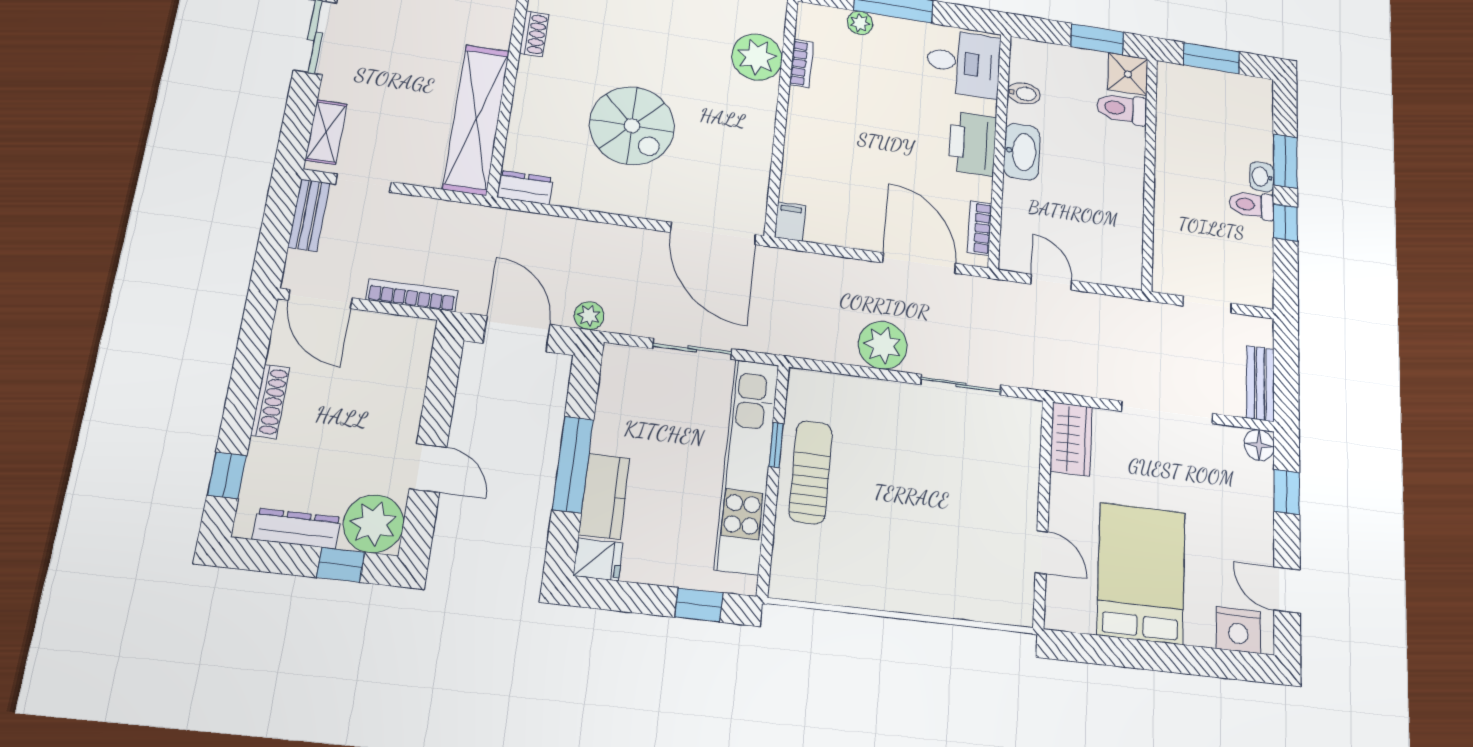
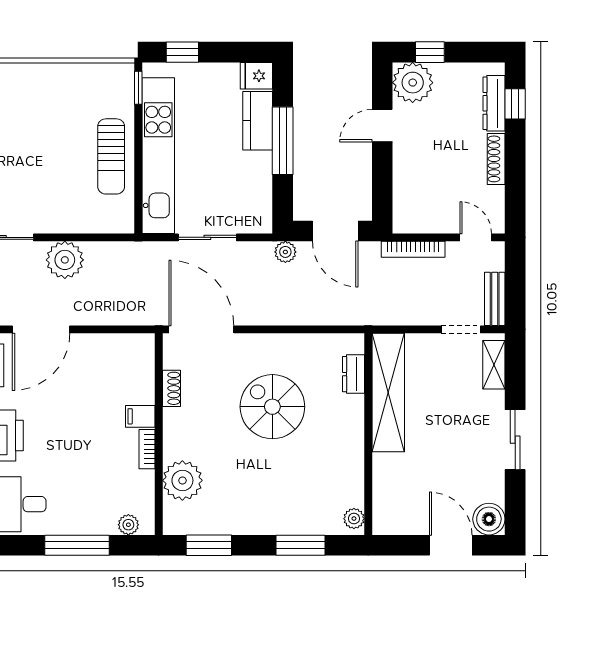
plant: (860, 23) -> (128, 525), moved
shoe rack: (534, 34) -> (171, 388), moved, turned 180
bookcase: (801, 63) -> (147, 449), moved
dresser: (525, 188) -> (353, 374), moved, turned 90
filing cabinet: (790, 222) -> (140, 416), moved, turned 90
door: (919, 263) -> (41, 329), hinge flipped
door: (320, 299) -> (476, 237), width x0.73
window: (776, 445) -> (138, 88), moved
door: (428, 468) -> (382, 126), hinge flipped
dresser: (297, 528) -> (494, 103), moved, turned 90

